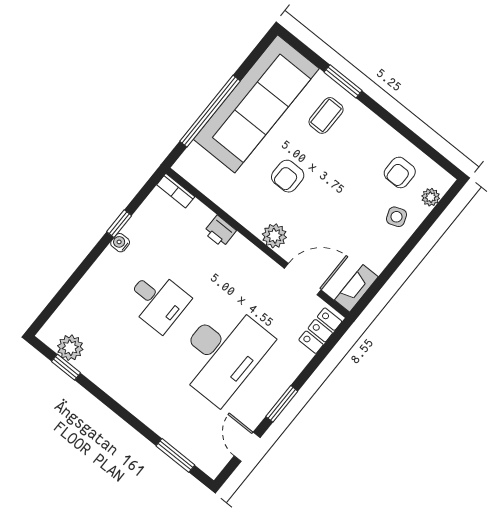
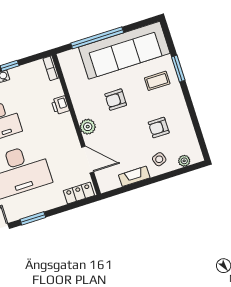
armchair: (400, 172) -> (159, 128), moved
fireplace: (356, 288) -> (134, 176), moved

